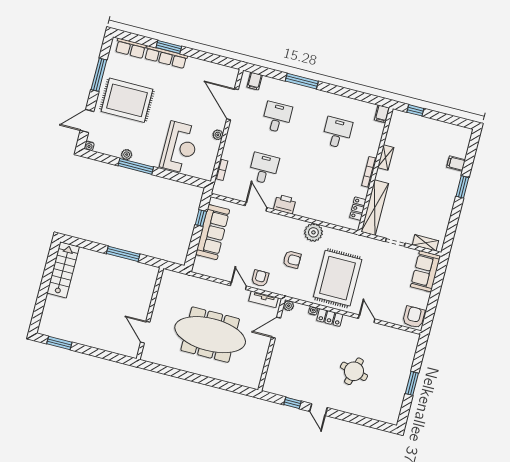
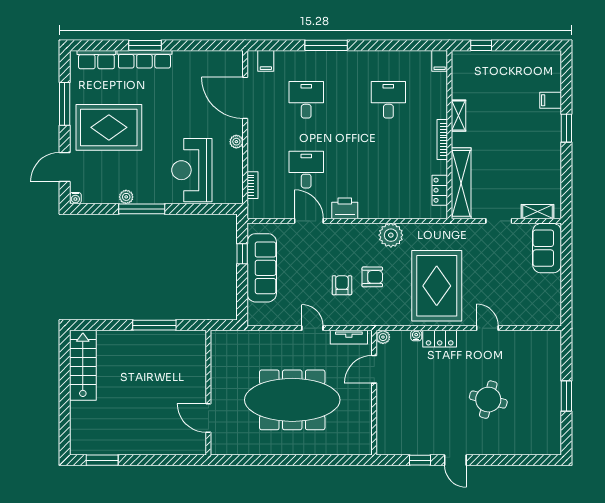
reception desk: (180, 147) -> (192, 170), turned 180
armchair: (260, 278) -> (342, 285), moved
armchair: (414, 317) -> (547, 311), removed

